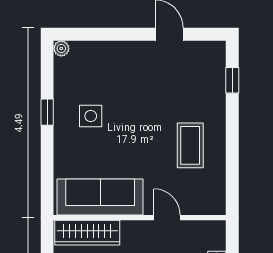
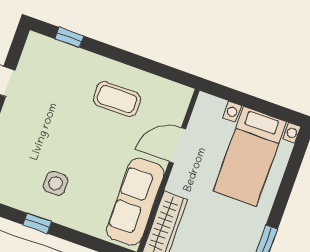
door: (167, 218) -> (177, 145), width x1.38

